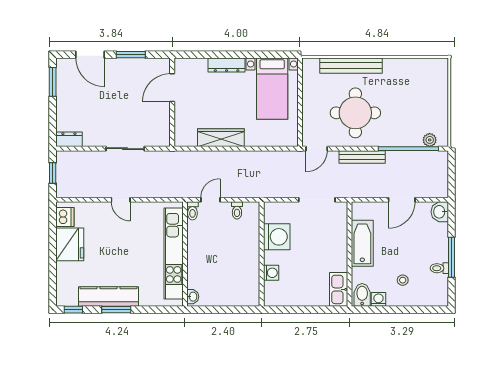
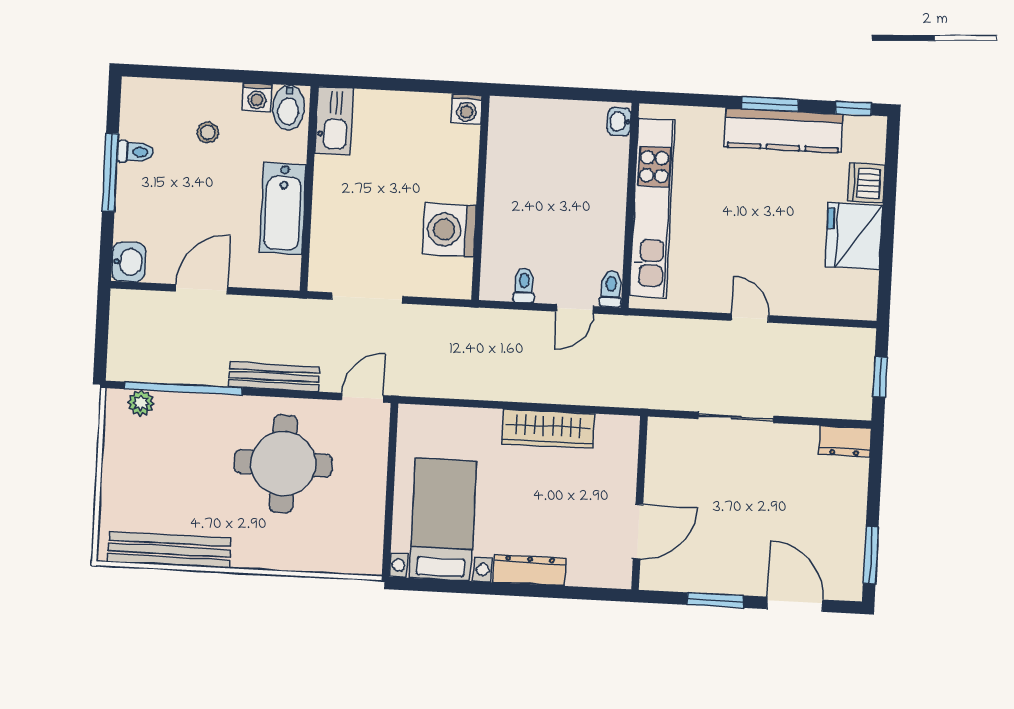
bench: (351, 66) -> (169, 550), moved
dishwasher: (65, 217) -> (866, 183), moved
washing machine: (271, 273) -> (467, 109), moved, turned -90

